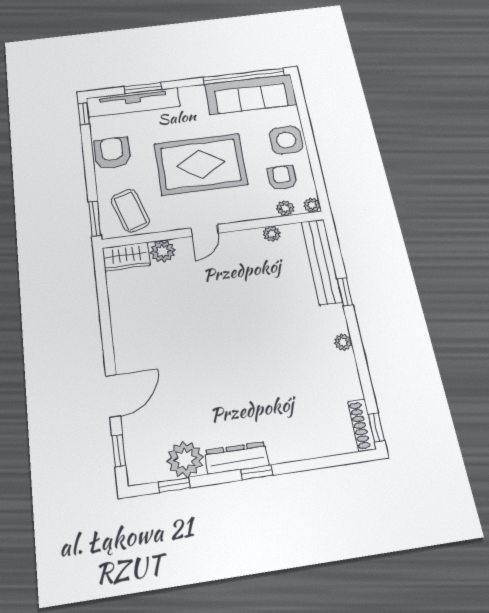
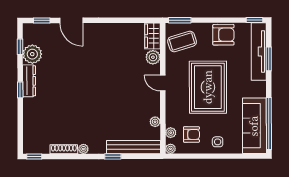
side table: (286, 140) -> (218, 142), width x0.54, depth x0.54
shoe rack: (362, 425) -> (64, 149), moved

